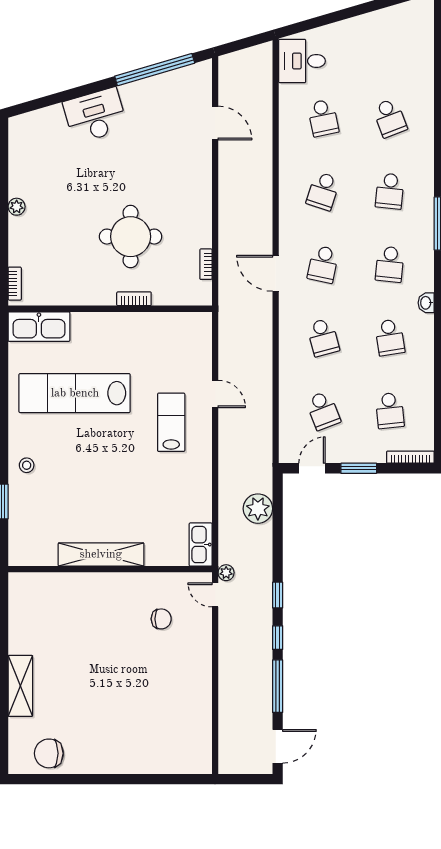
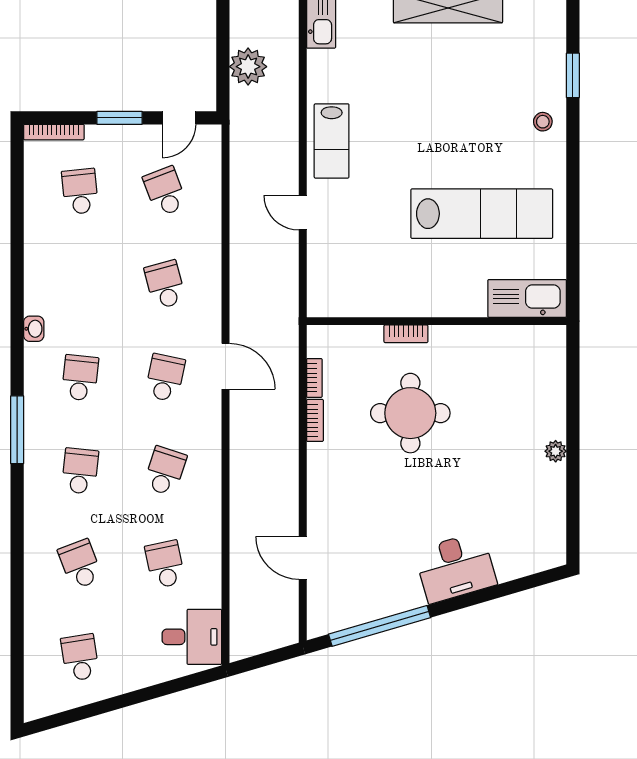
bookcase: (15, 284) -> (315, 420), moved, turned 180
school desk: (390, 337) -> (80, 657), moved
lab bench: (171, 422) -> (332, 141), moved

